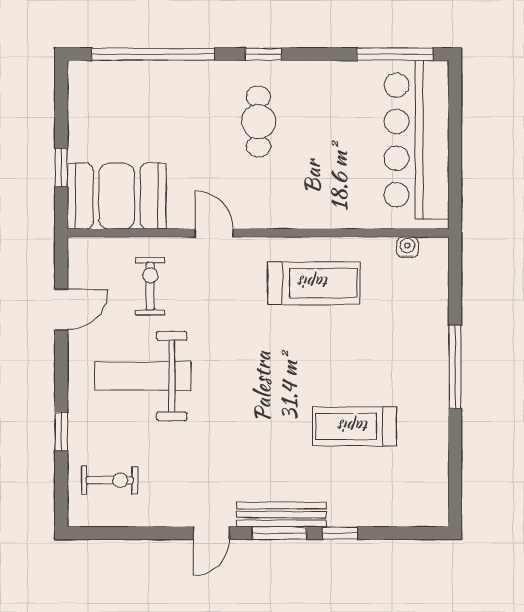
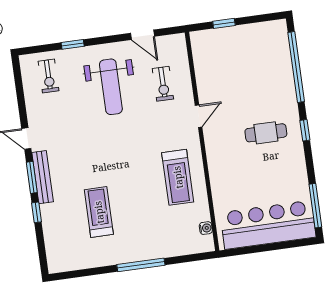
booth: (117, 196) -> (212, 57), removed
exercise bike: (150, 286) -> (163, 84), turned 90
weight bench: (143, 376) -> (111, 87), turned 180

